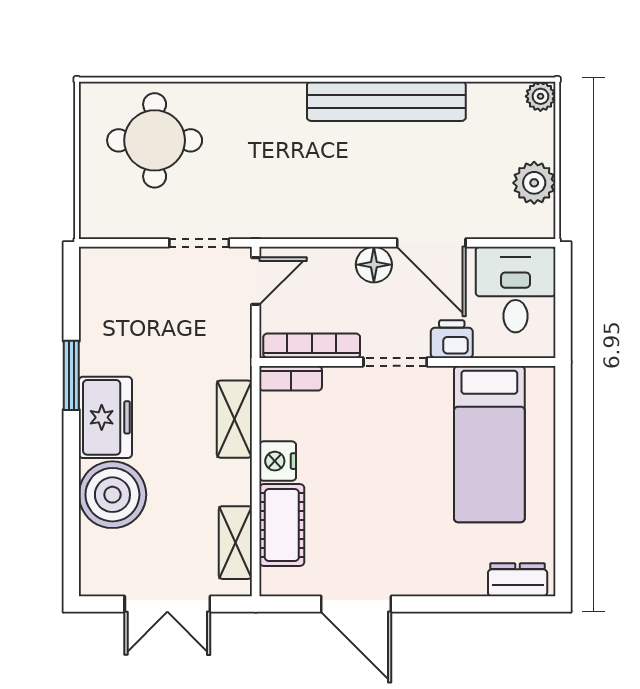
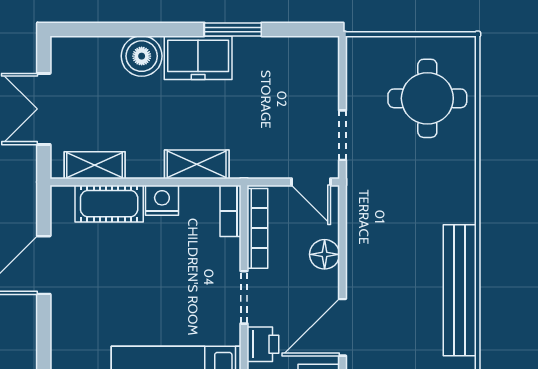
floor lamp: (374, 265) -> (325, 254), moved
boiler: (112, 495) -> (142, 56), width x0.73, depth x0.73

